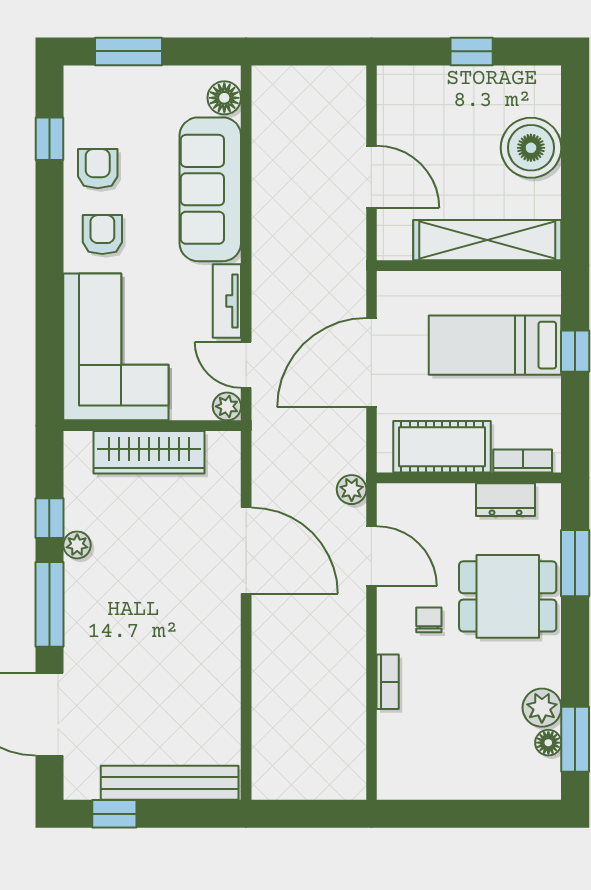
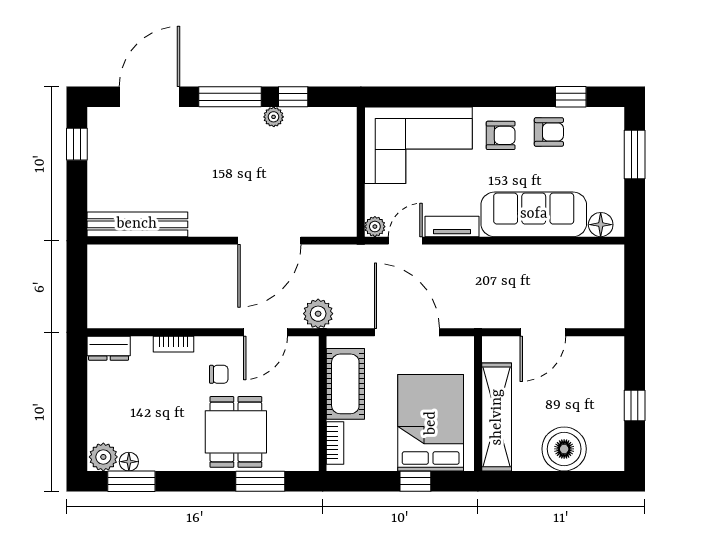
bed: (495, 345) -> (431, 423), width x1.50
wardrobe: (149, 452) -> (341, 169), removed
plant: (352, 490) -> (318, 314), width x1.38, depth x1.38
dresser: (506, 500) -> (109, 348), moved, turned -90
plant: (542, 708) -> (103, 457), moved
bench: (170, 783) -> (137, 224), moved, turned 90

